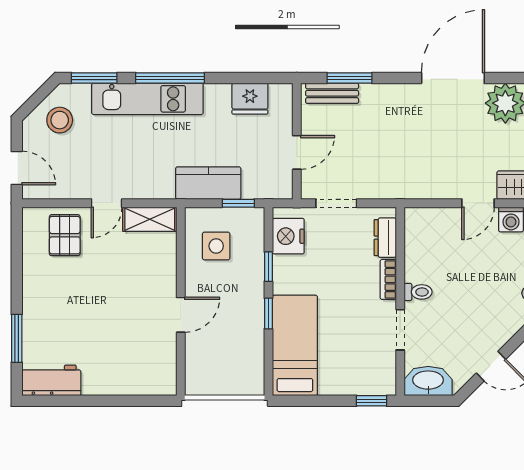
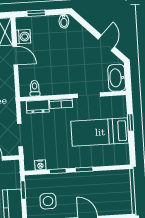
nightstand: (288, 236) -> (40, 165), width x0.53, depth x0.56
toilet: (418, 292) -> (35, 88), moved
bed: (295, 345) -> (100, 132), moved
window: (372, 401) -> (130, 122), moved

